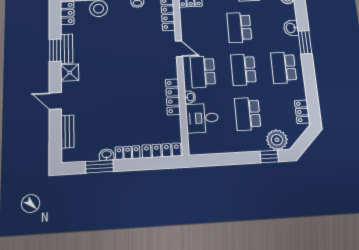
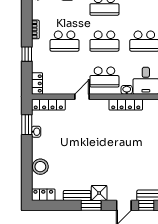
window: (55, 50) -> (91, 205), moved
window: (55, 127) -> (146, 205), added

